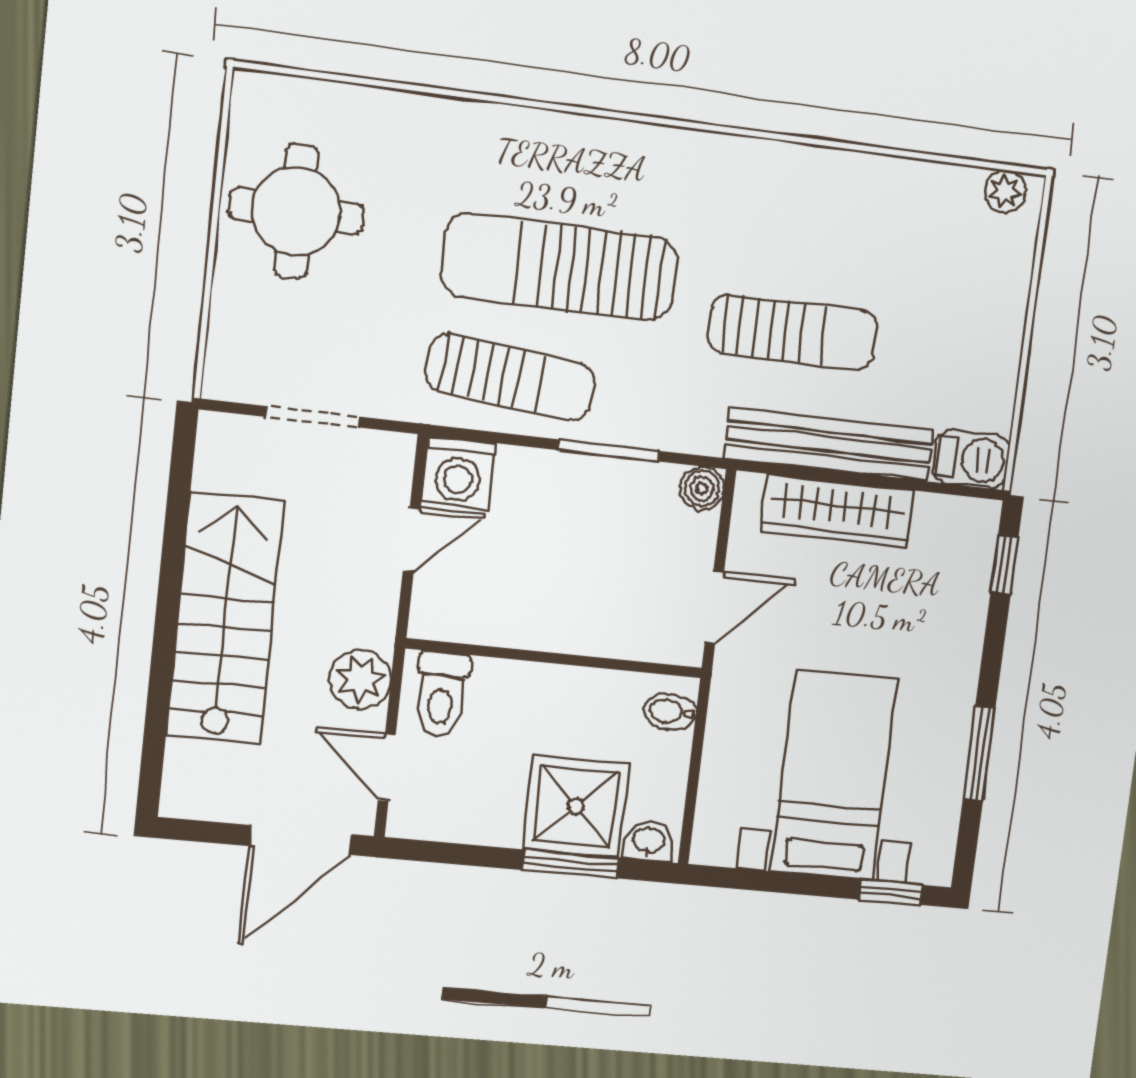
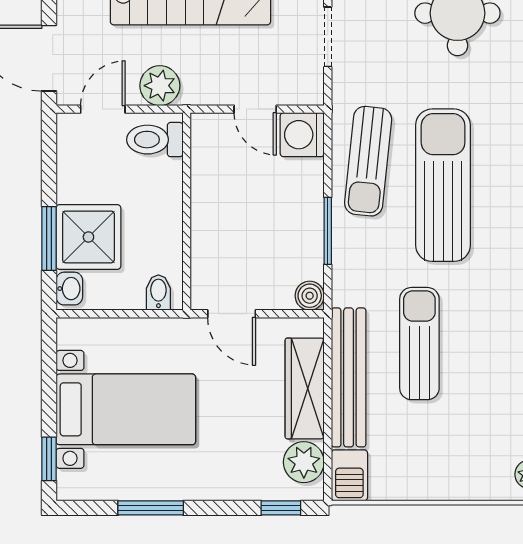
sun lounger: (793, 332) -> (419, 344), turned 180
plant: (943, 524) -> (304, 462), added

